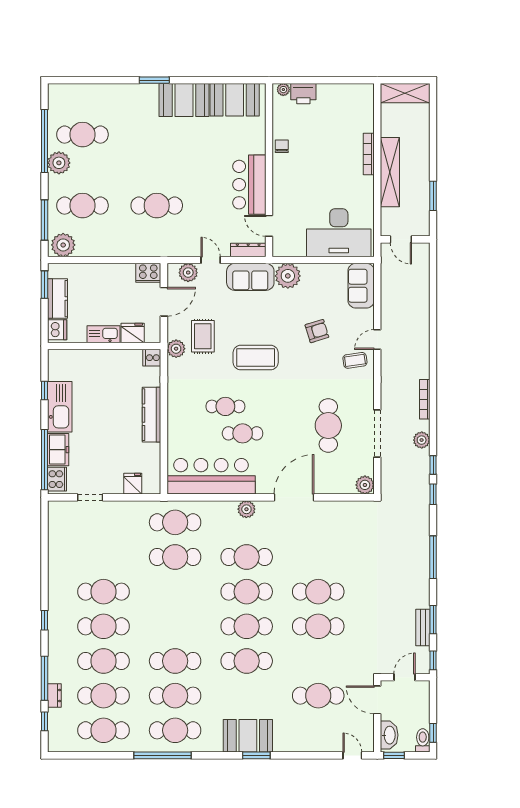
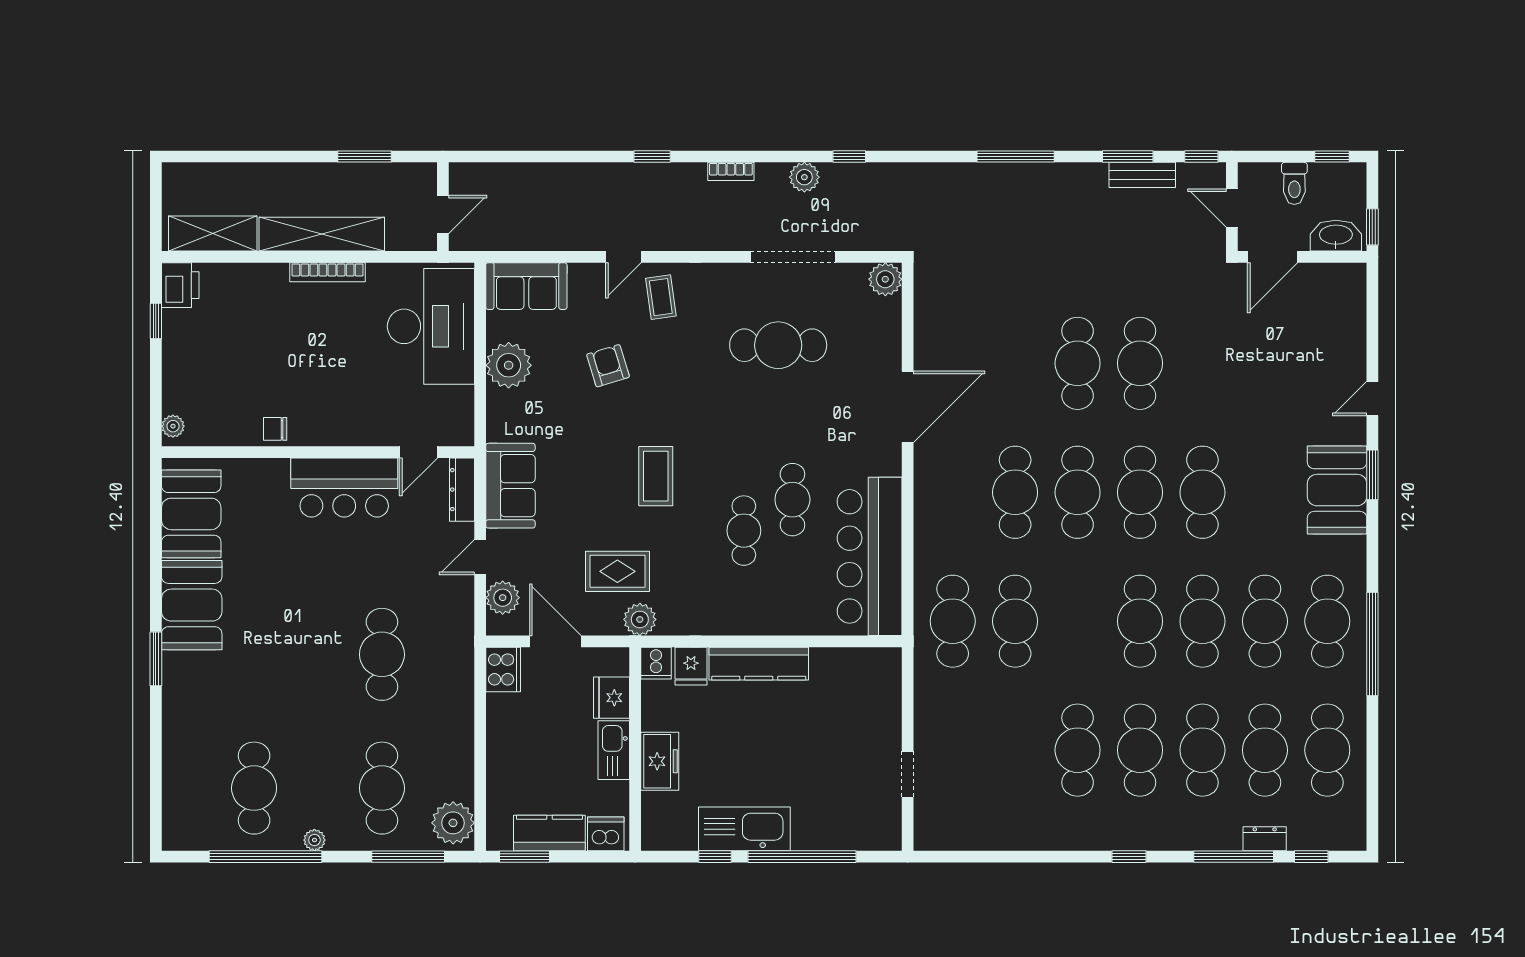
window: (342, 80) -> (156, 321), added
shelving: (405, 93) -> (213, 234), moved, turned 90
printer: (303, 94) -> (180, 285), moved
bookcase: (369, 154) -> (327, 272), moved
plant: (59, 163) -> (314, 840), width x0.53, depth x0.53
plant: (288, 276) -> (509, 365), moved
door: (377, 340) -> (623, 257), hinge flipped
coffee table: (256, 358) -> (656, 476), width x0.73, depth x0.76
bookcase: (425, 399) -> (731, 171), width x0.64
freezer: (58, 450) -> (660, 761), moved, turned 90
window: (44, 460) -> (802, 857), moved
cooker: (57, 479) -> (875, 834), removed
fridge: (133, 484) -> (691, 666), moved, turned -90
window: (433, 494) -> (652, 156), moved
door: (294, 497) -> (908, 407), swing flipped
plant: (246, 509) -> (929, 493), removed
cafe table: (318, 696) -> (1140, 621), moved
toilet: (423, 740) -> (1294, 183), moved, turned -90
door: (352, 755) -> (1372, 399), moved

